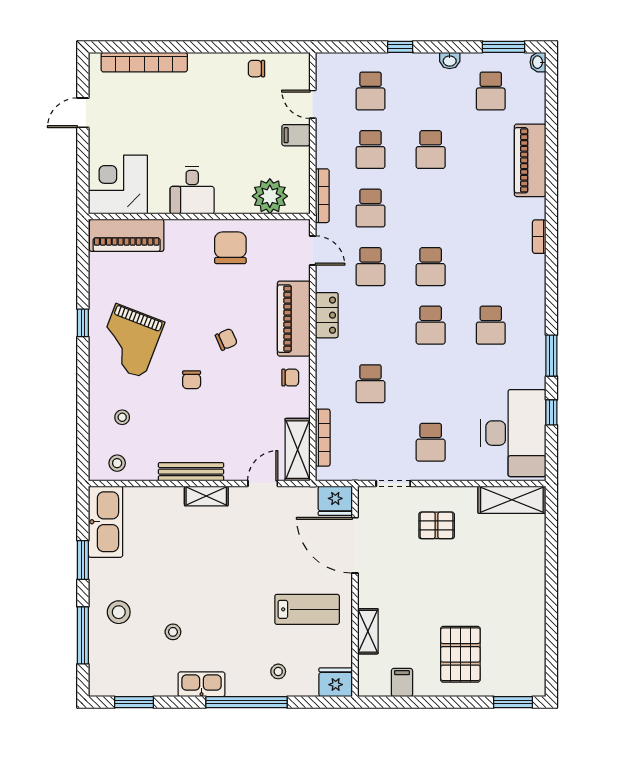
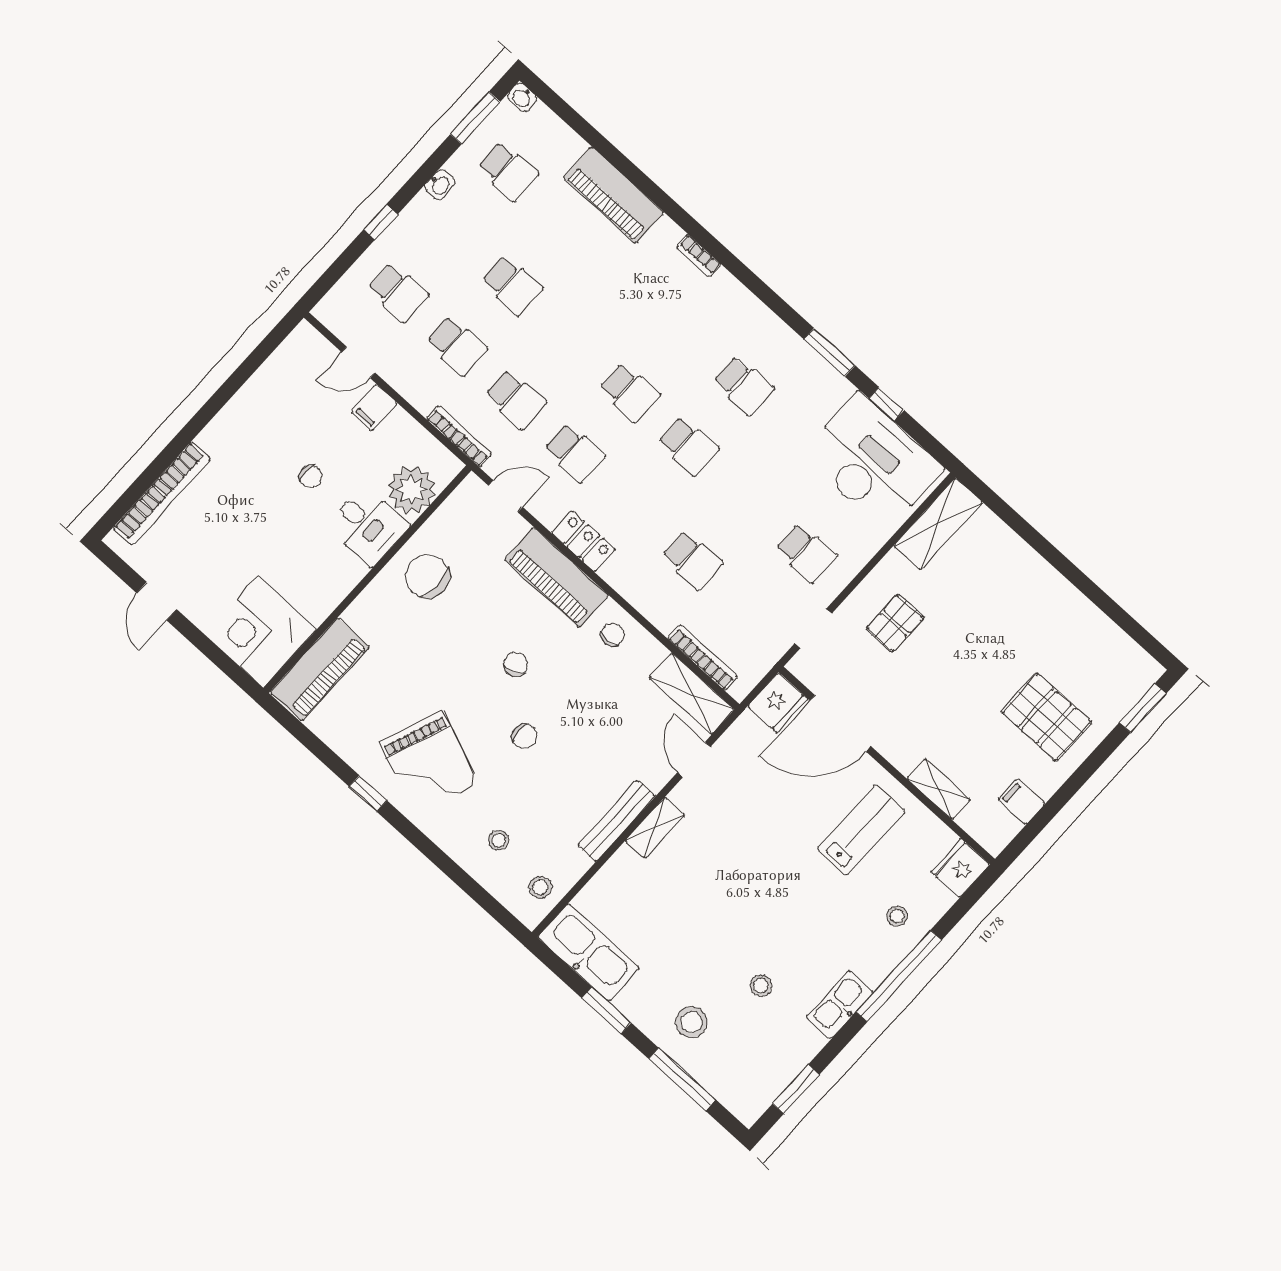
chair: (256, 69) -> (310, 477), moved, turned -90
desk: (192, 190) -> (368, 526), moved

